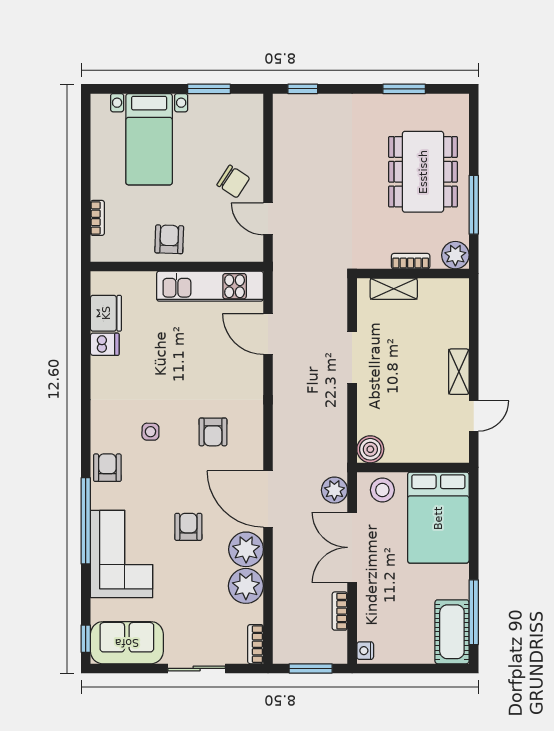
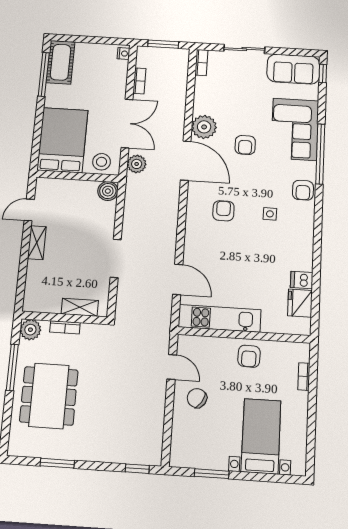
plant: (246, 586) -> (206, 102), removed

